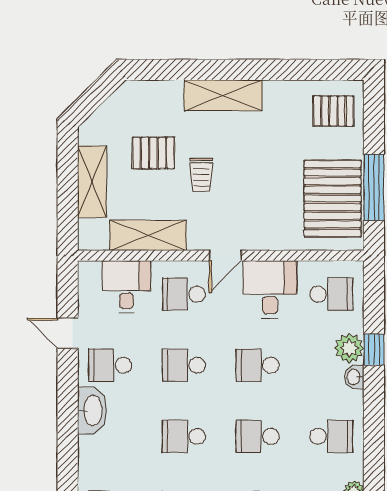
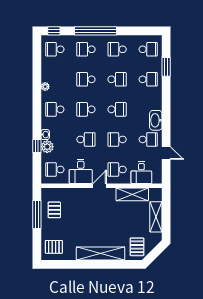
shelving: (223, 95) -> (100, 253), width x1.47
pallet: (153, 153) -> (137, 247), moved, turned 90
trolley: (201, 175) -> (110, 220), removed
pallet: (333, 198) -> (54, 210), width x0.49, depth x0.50
school desk: (184, 294) -> (117, 169), turned 180
school desk: (184, 365) -> (117, 139), turned 180
school desk: (258, 436) -> (86, 109), turned 180

